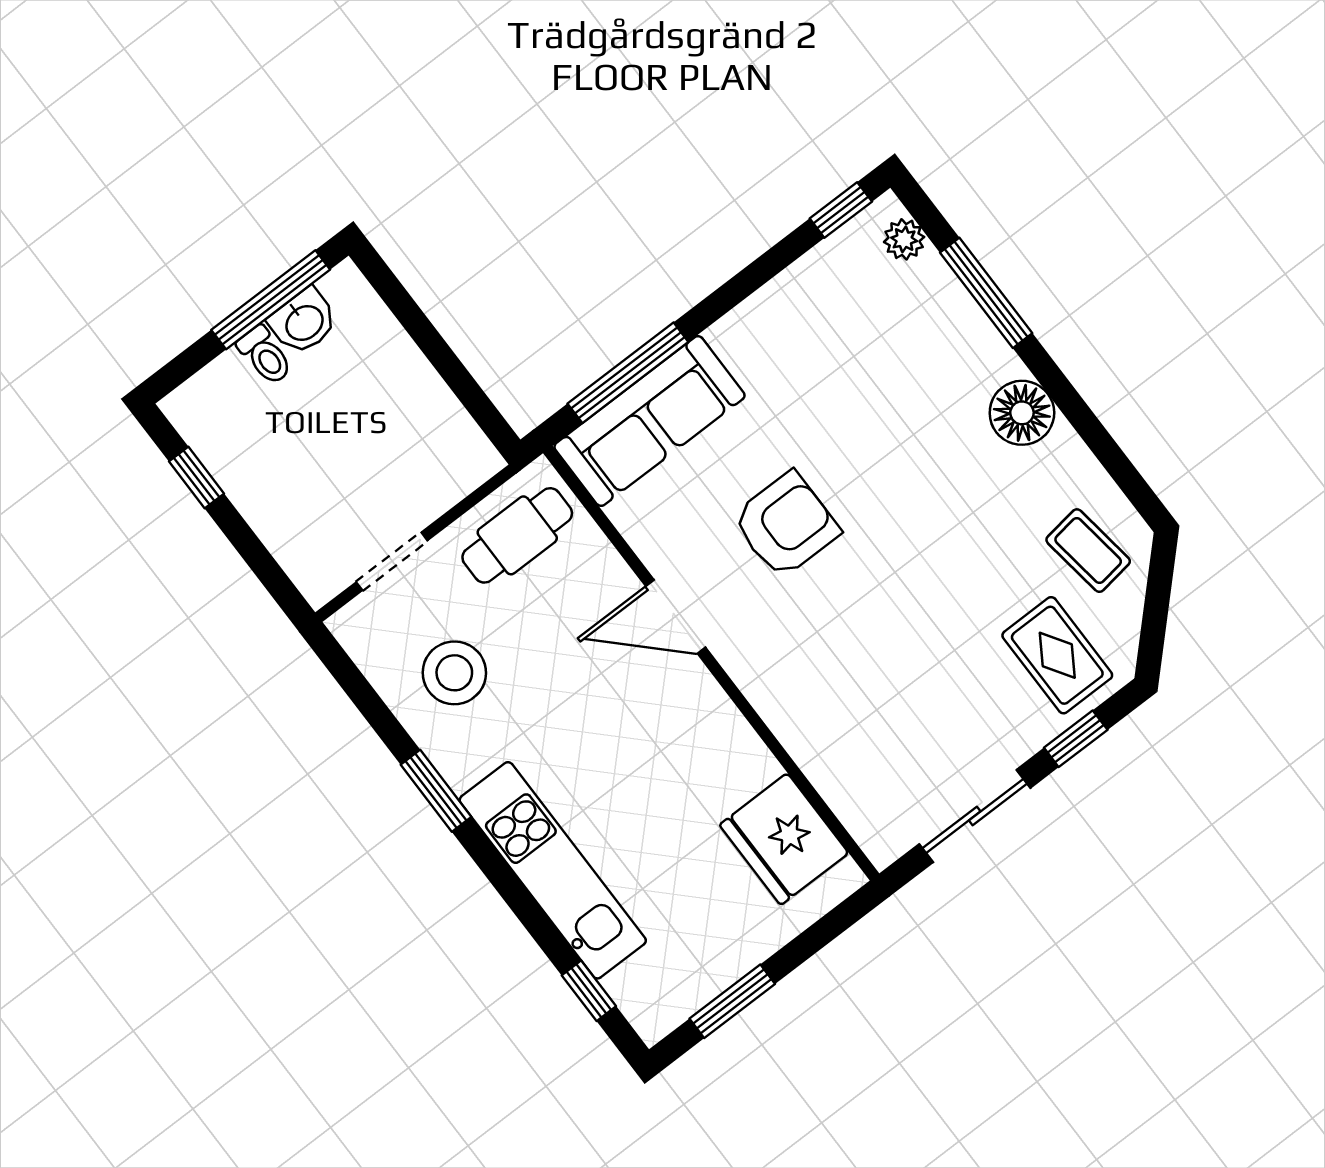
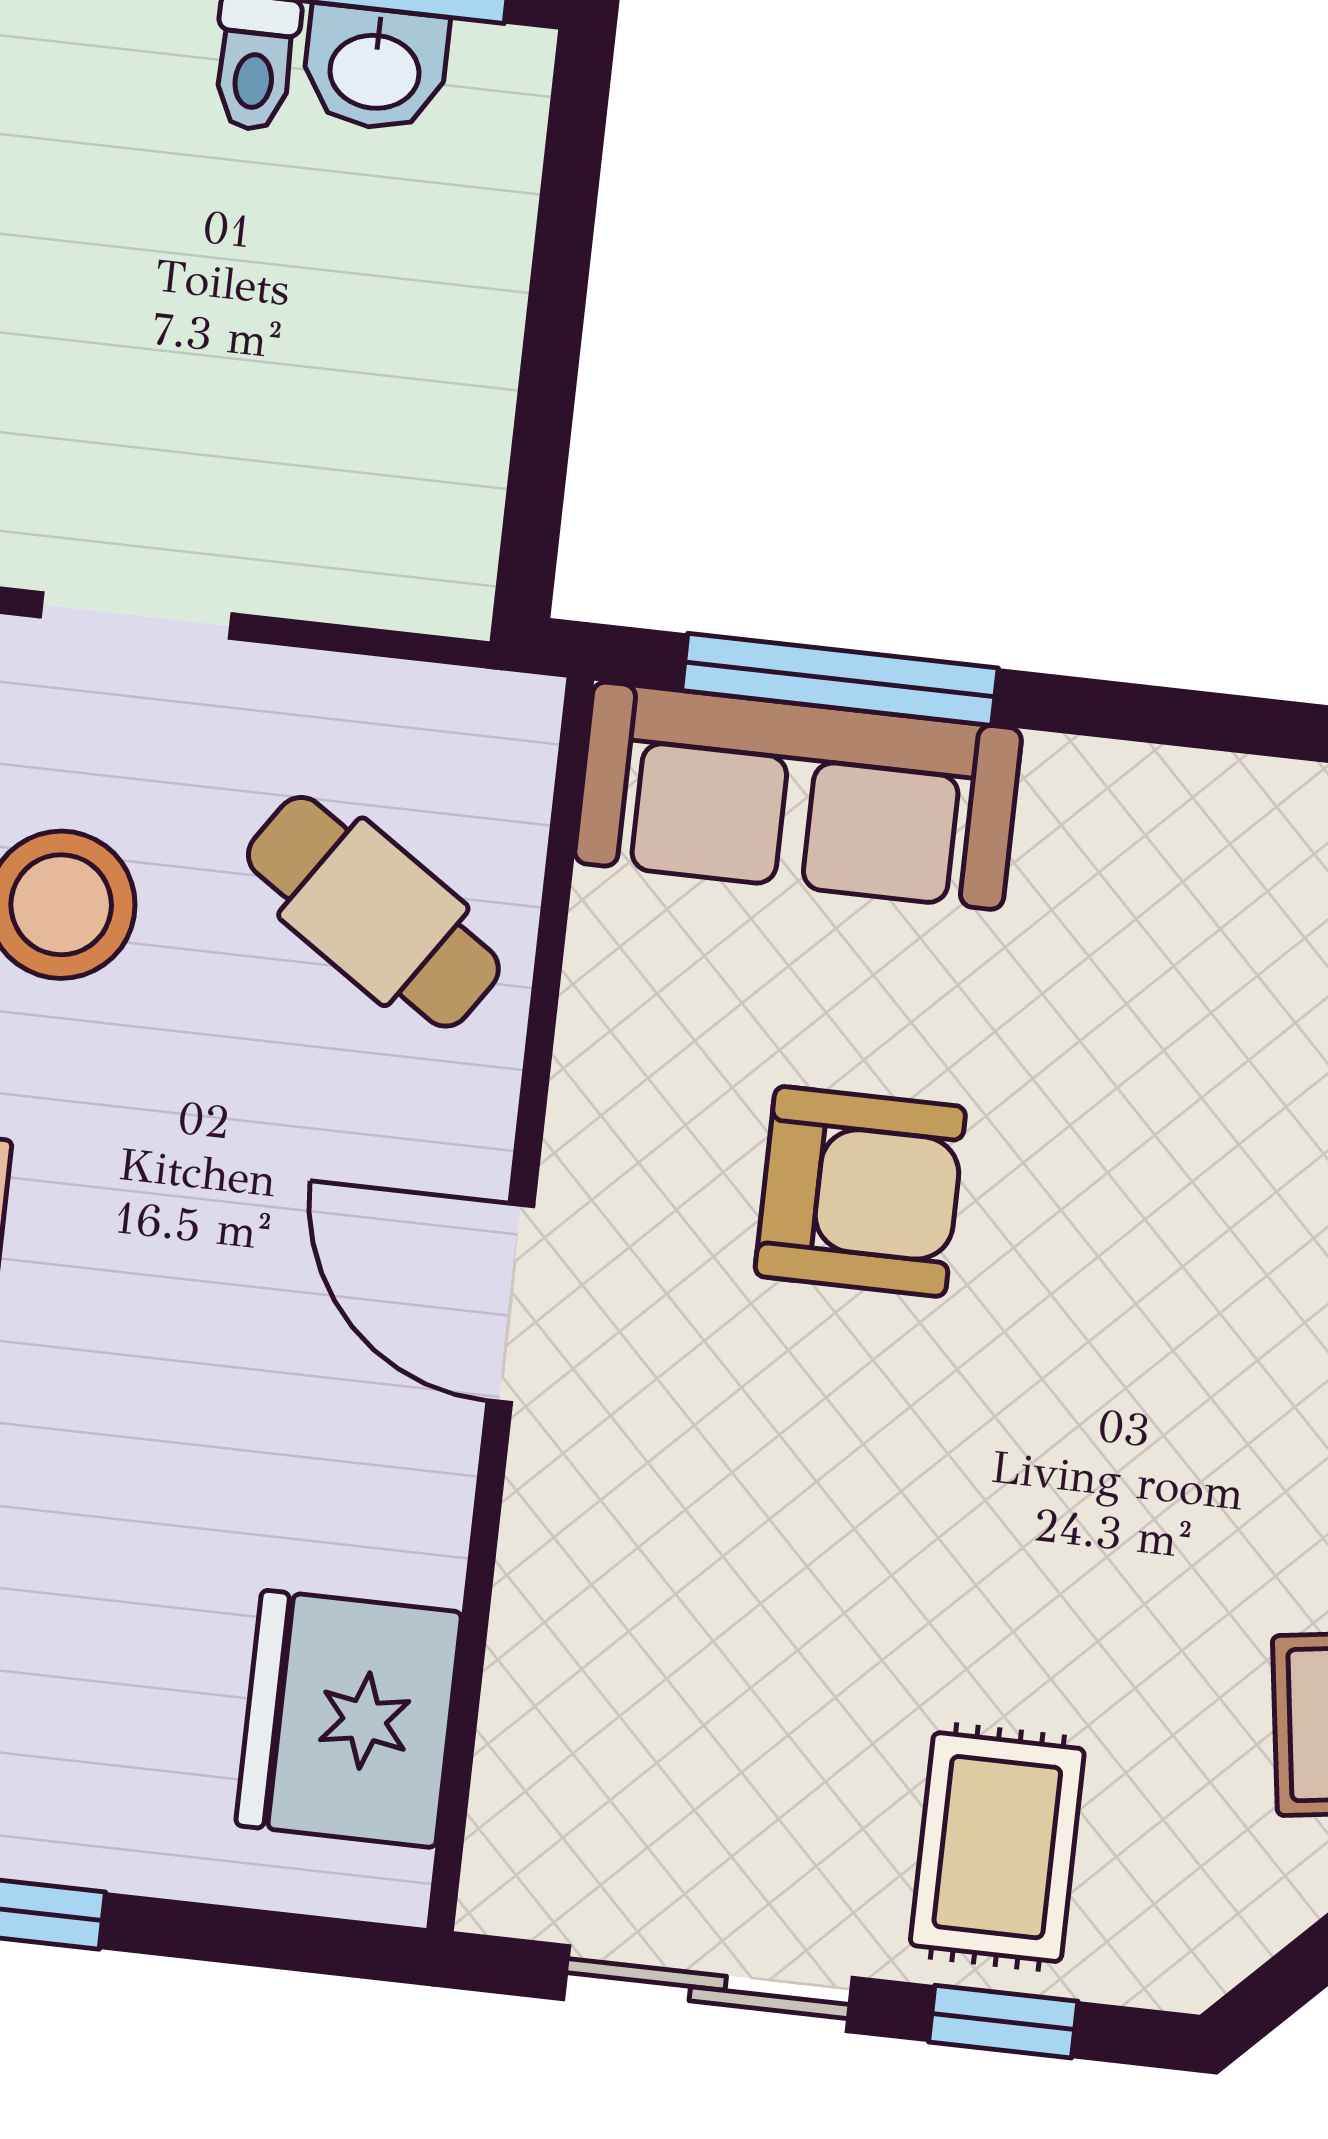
cafe table: (517, 535) -> (373, 912), moved, turned 34
door: (676, 617) -> (510, 1303), moved
rug: (1057, 655) -> (997, 1847), moved

